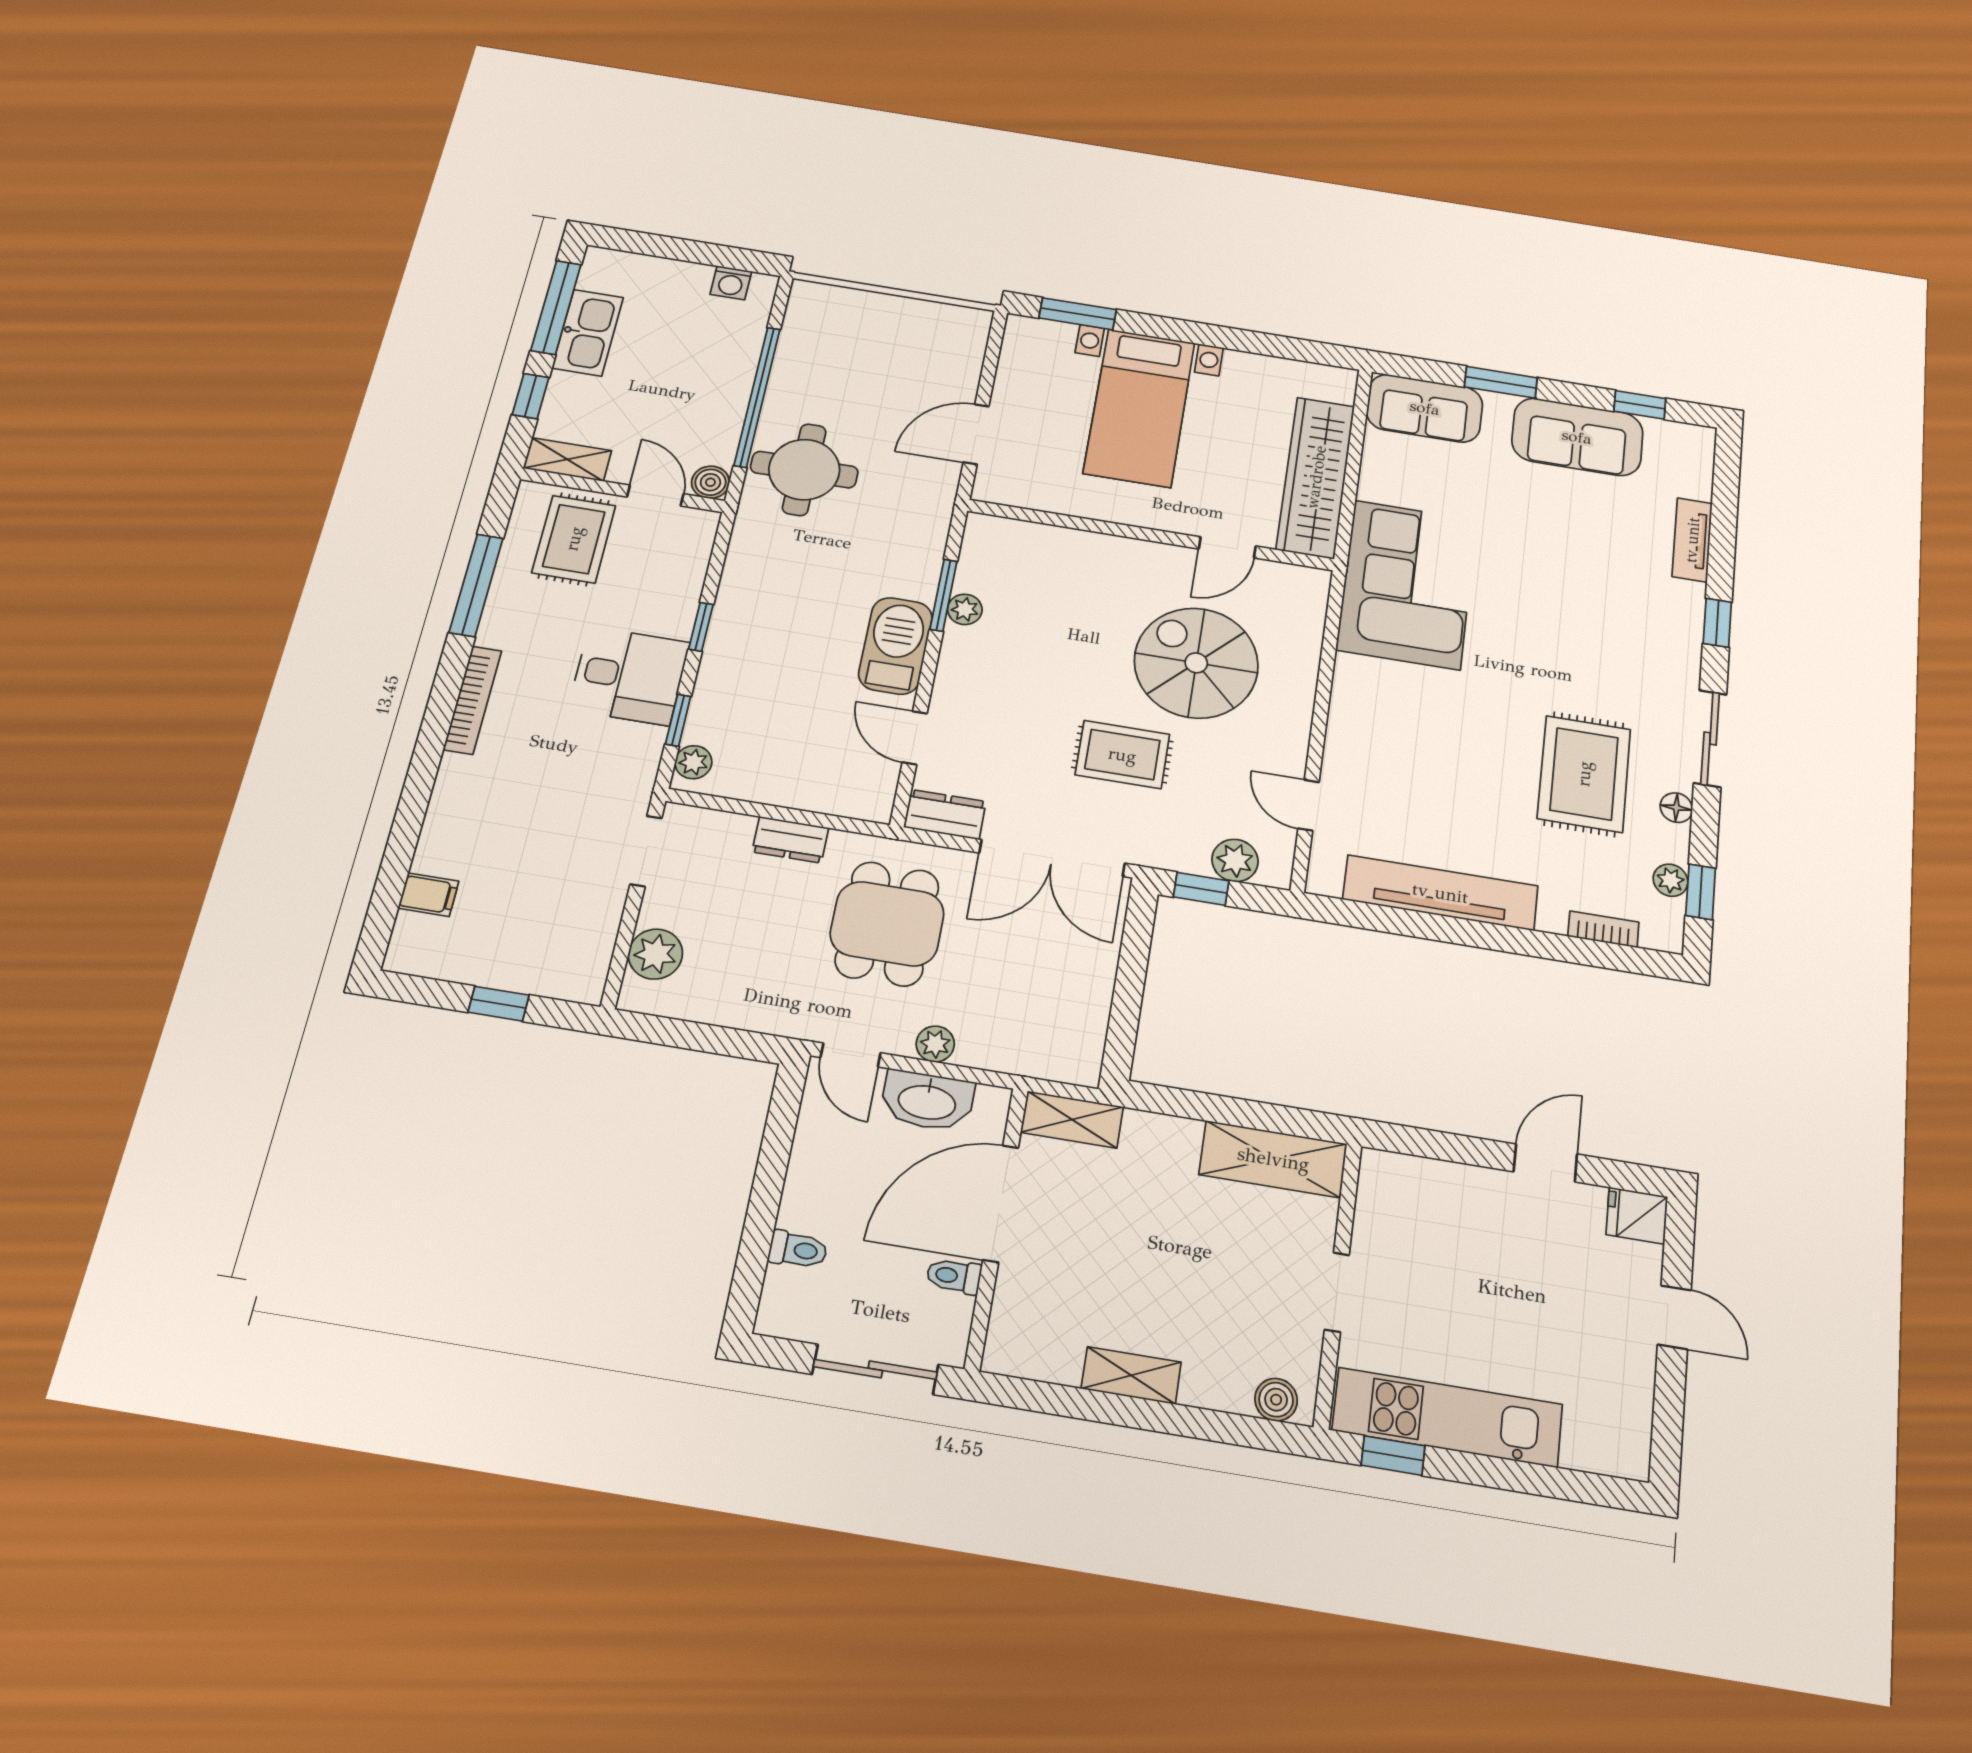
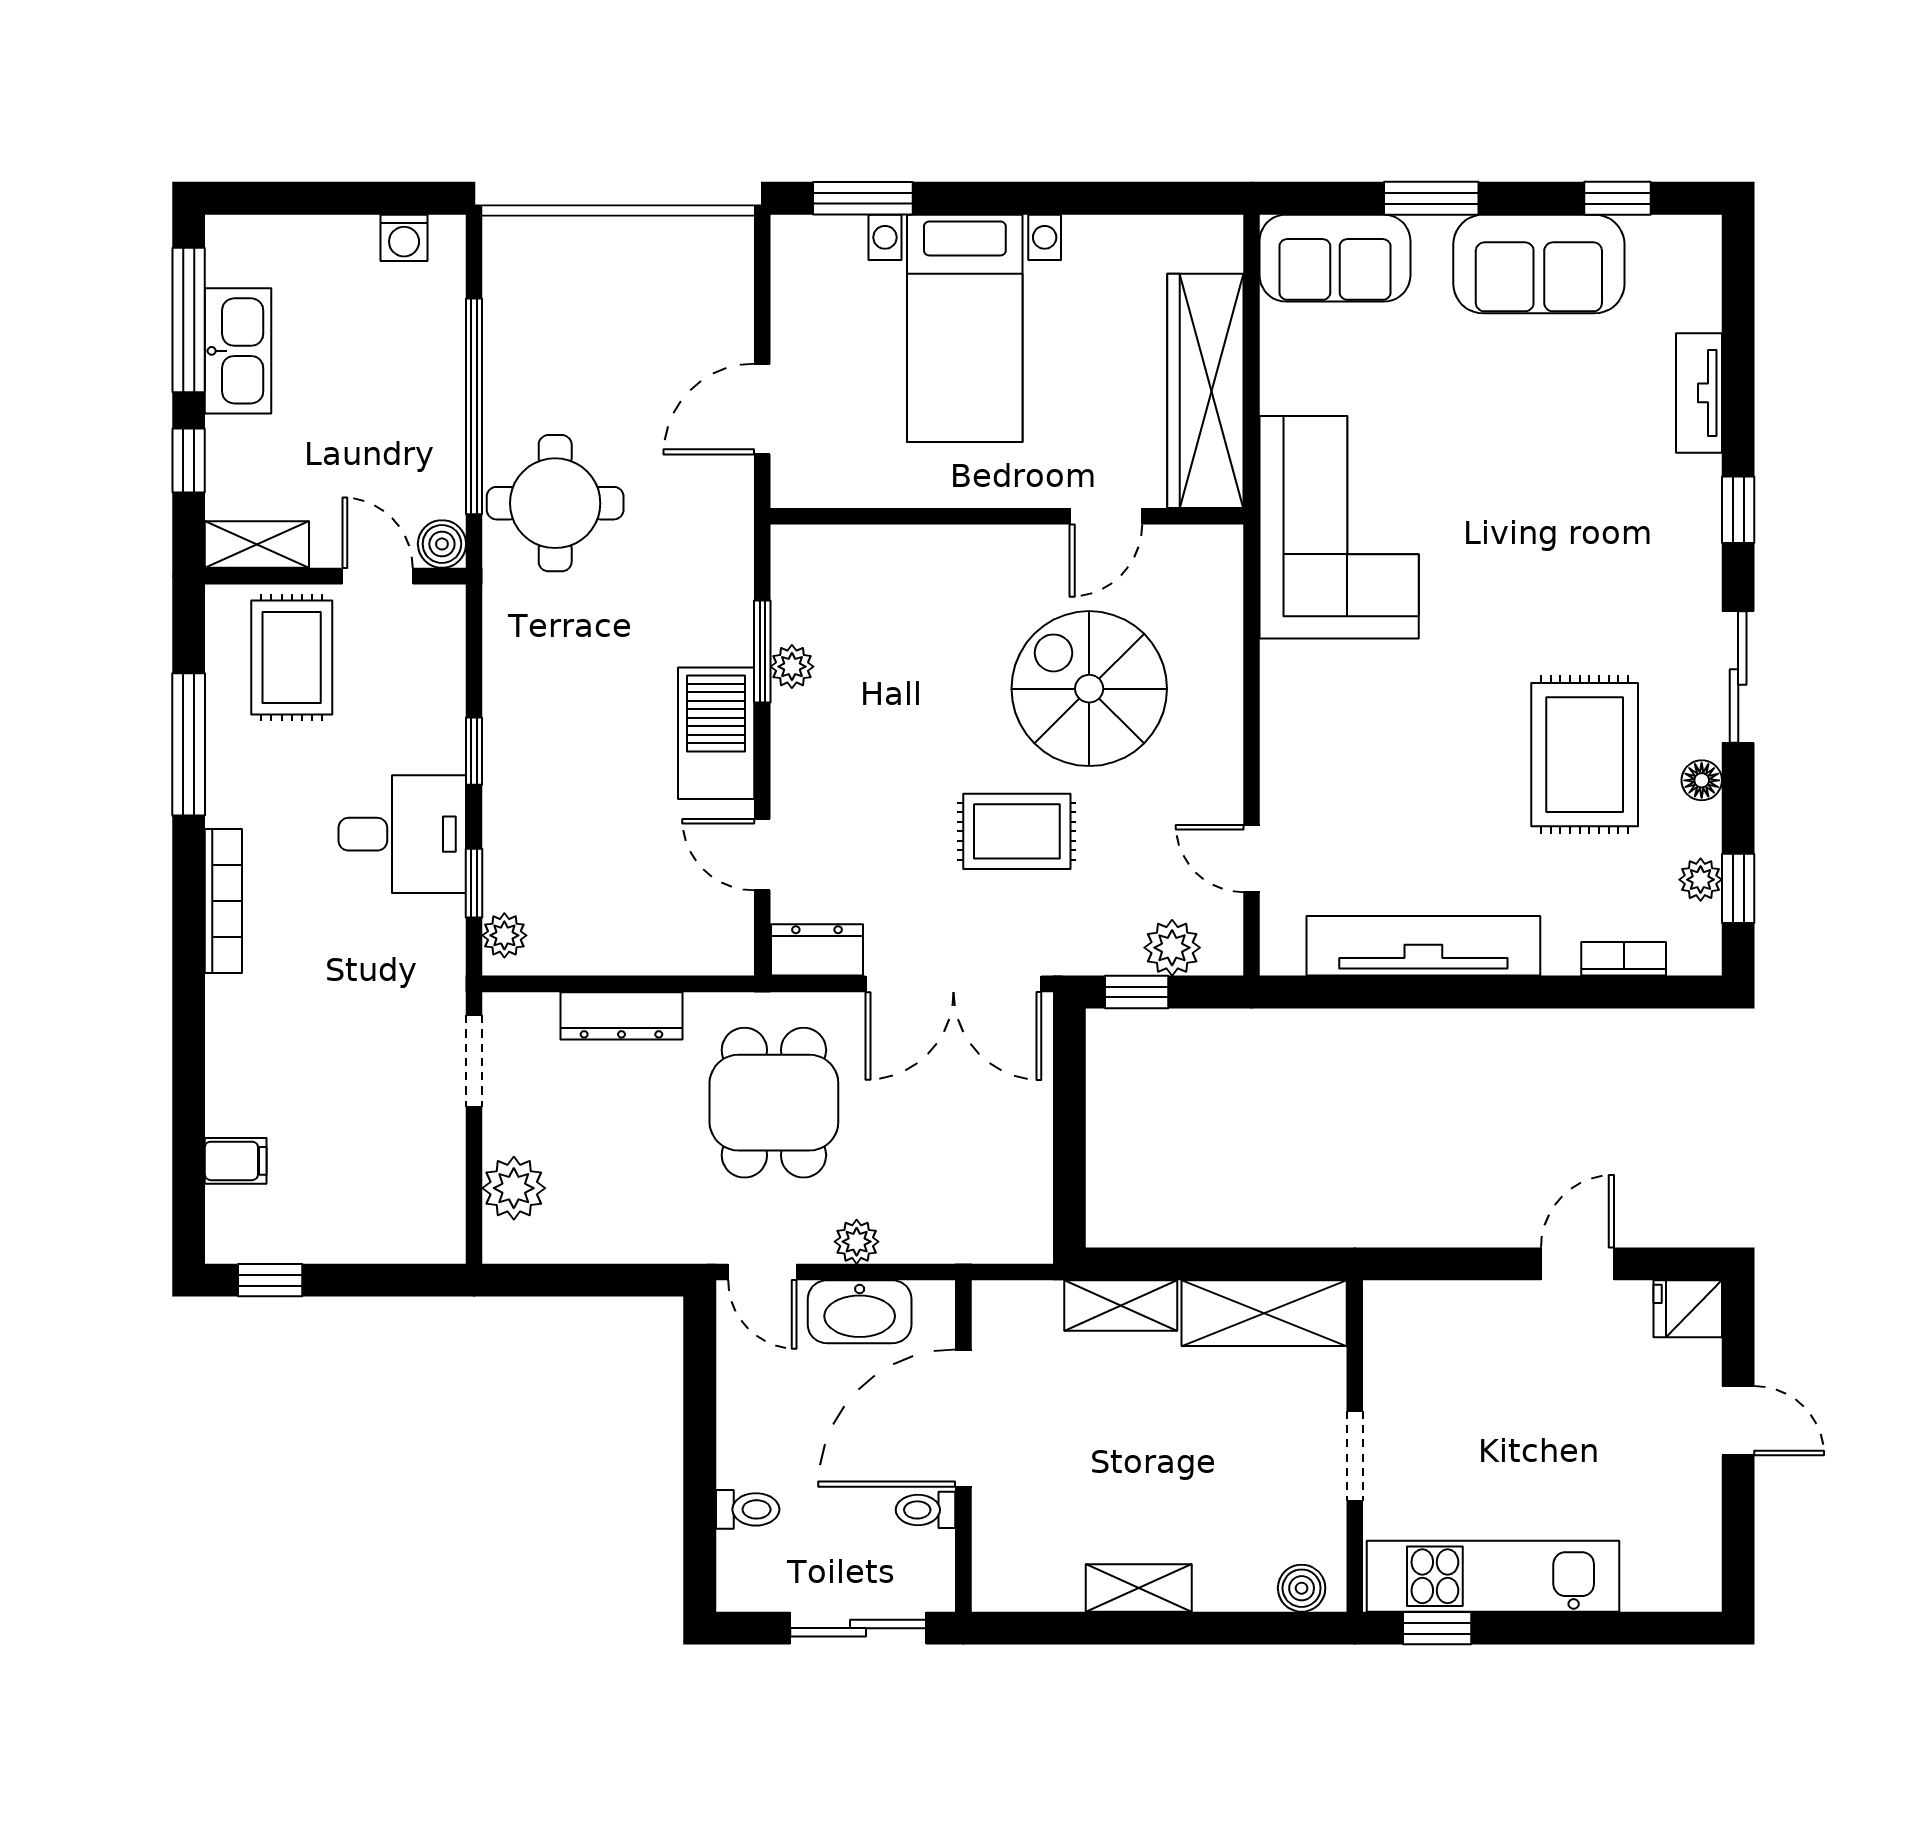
dresser: (790, 840) -> (621, 1016), width x1.44
window: (499, 1004) -> (270, 1280), moved
shelving: (1072, 1120) -> (1121, 1306), moved

